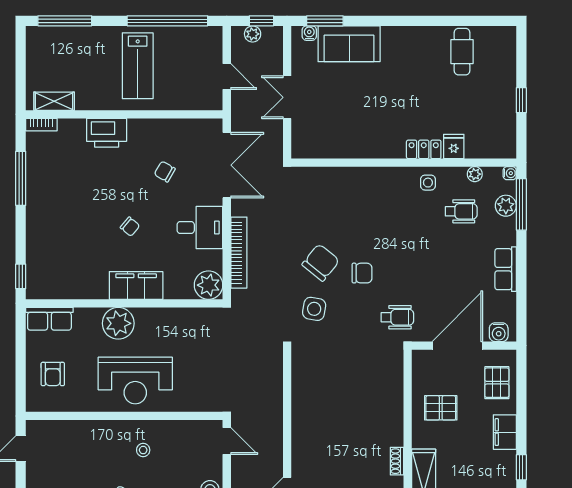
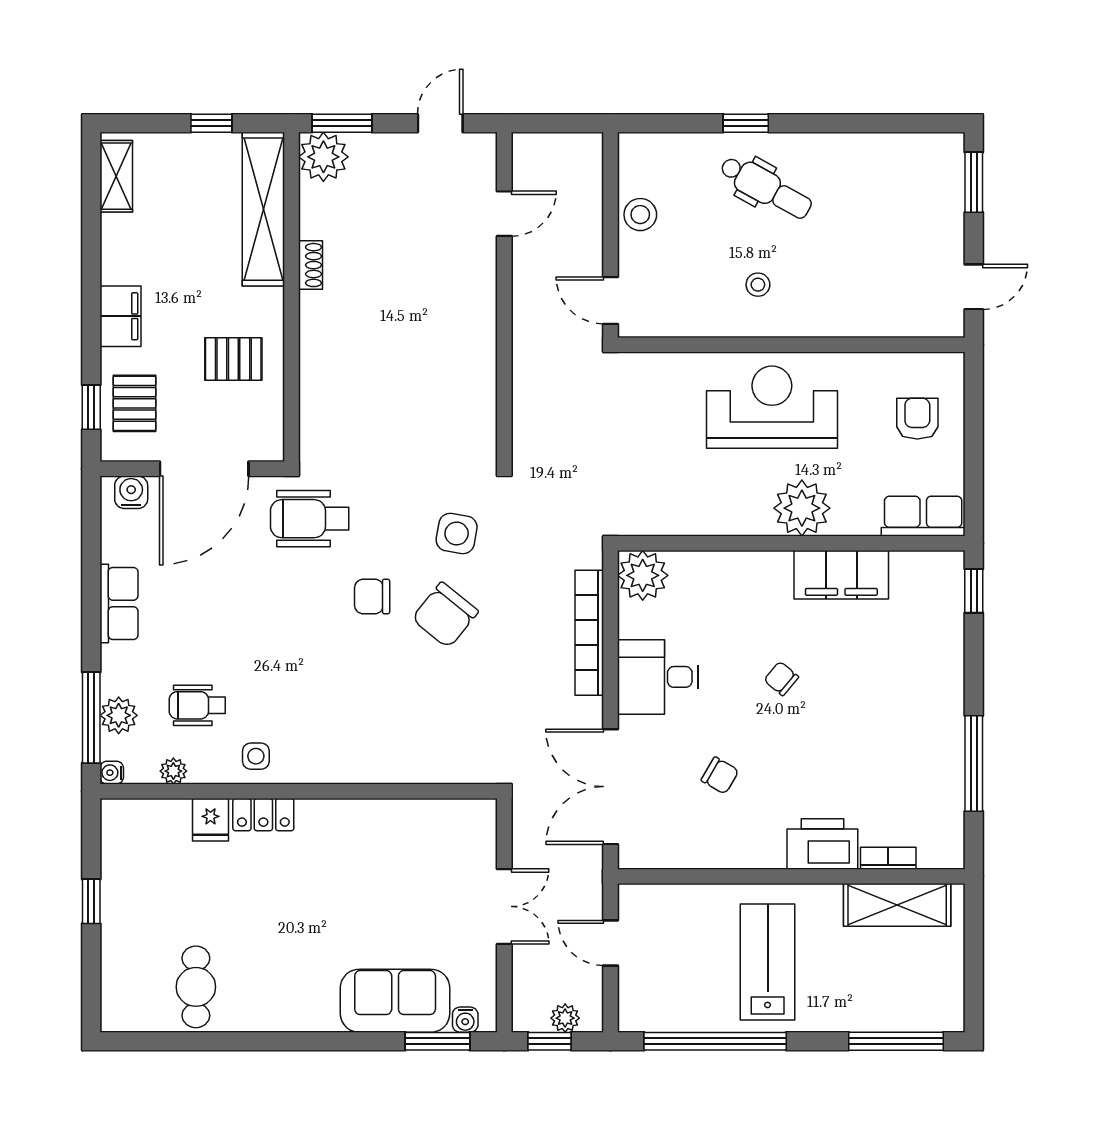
shelving: (54, 101) -> (897, 905), width x1.50, depth x1.33
bookcase: (41, 125) -> (888, 858), moved
filing cabinet: (136, 285) -> (841, 575), moved
wheelchair: (397, 317) -> (310, 519), width x1.36, depth x1.37
window: (521, 467) -> (91, 407), moved

